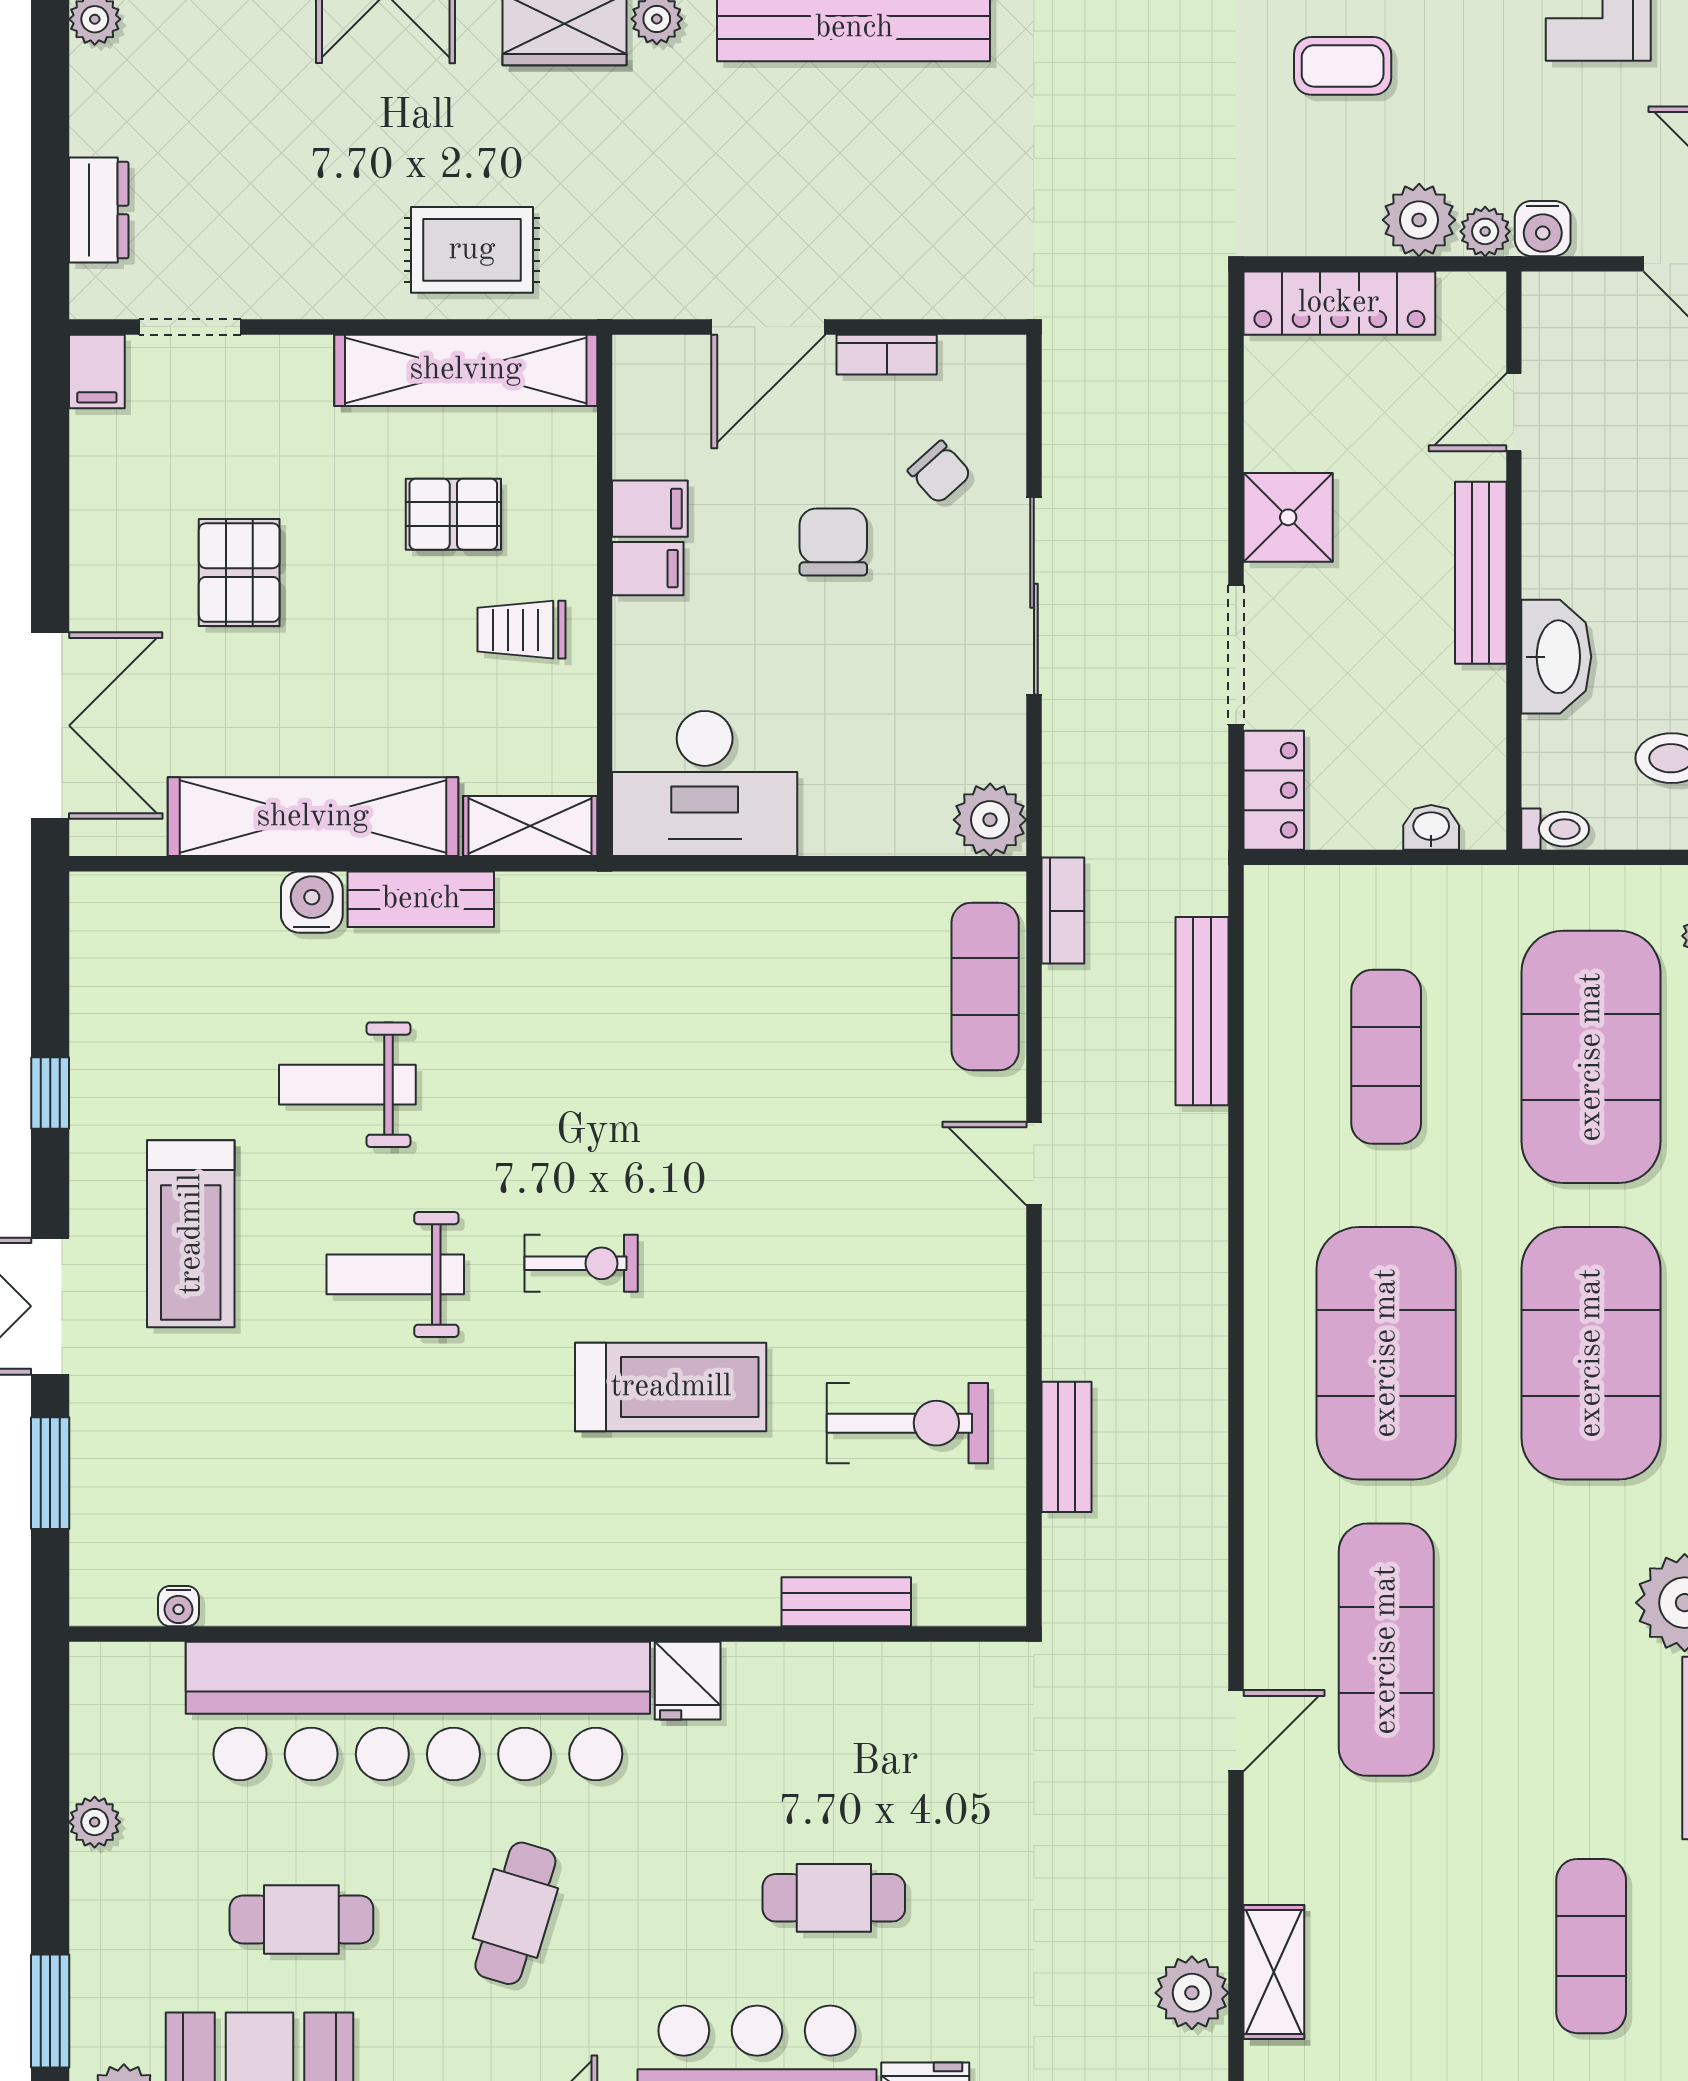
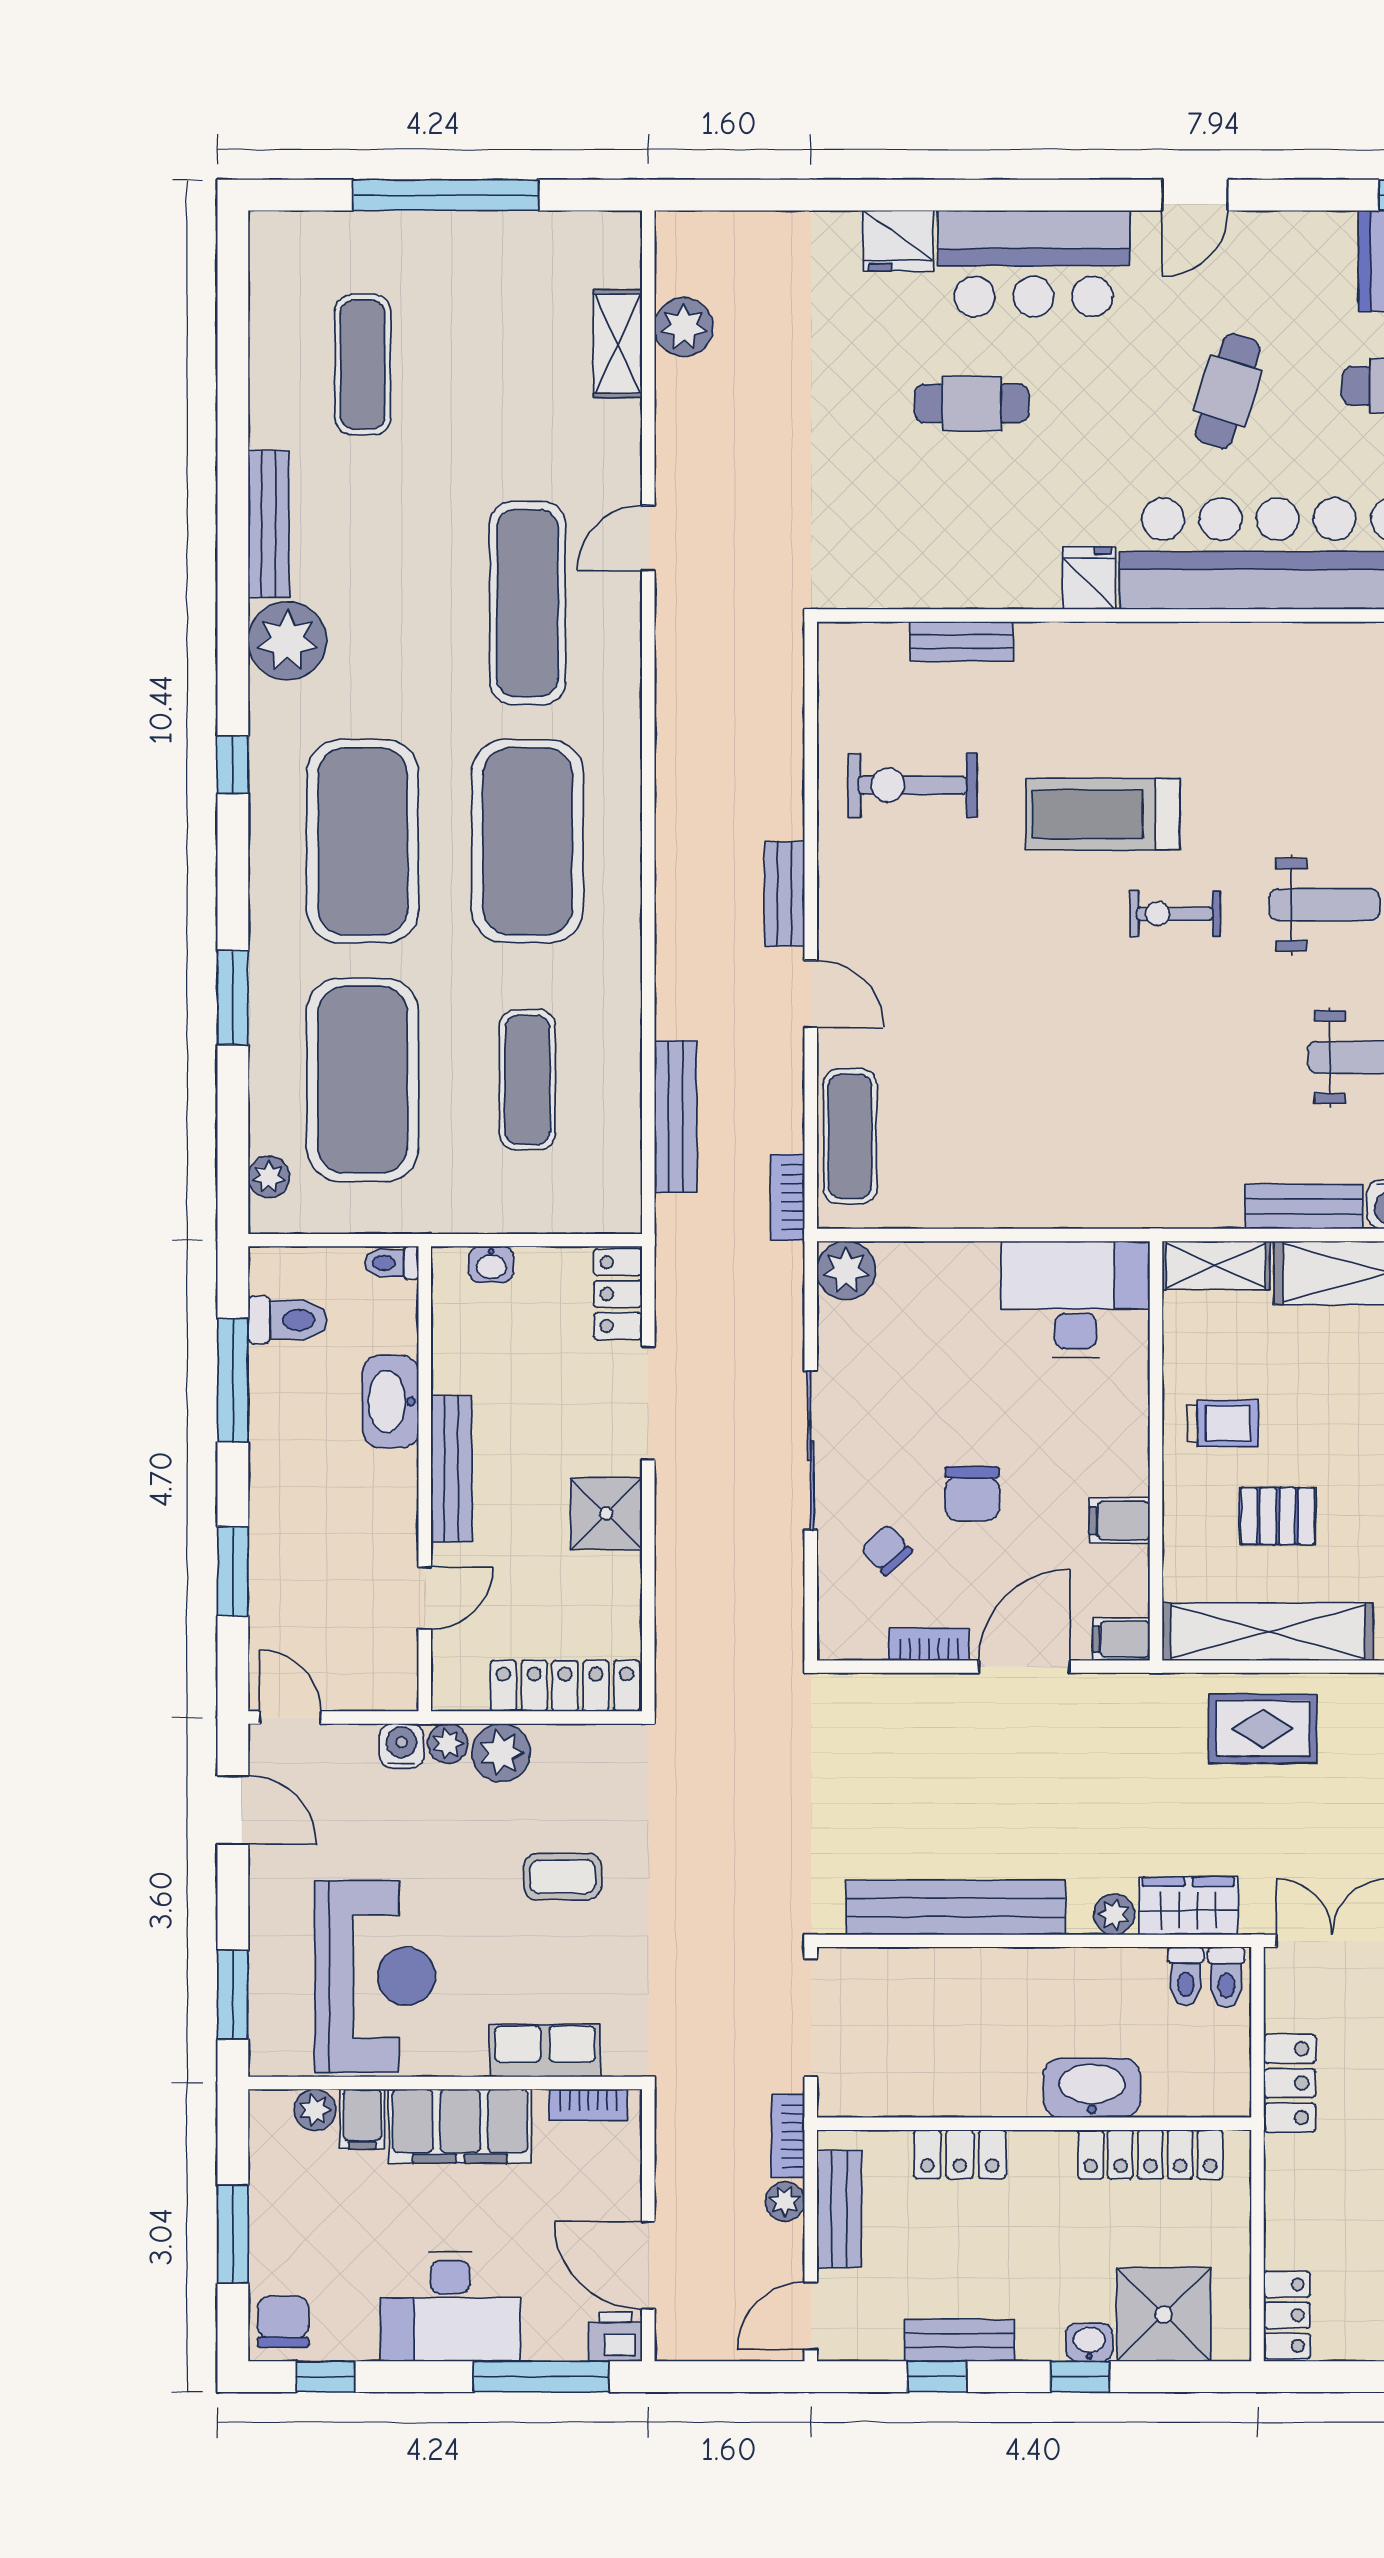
filing cabinet: (648, 569) -> (1121, 1639), moved
bench: (1066, 1447) -> (785, 894), moved

